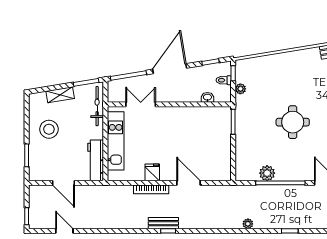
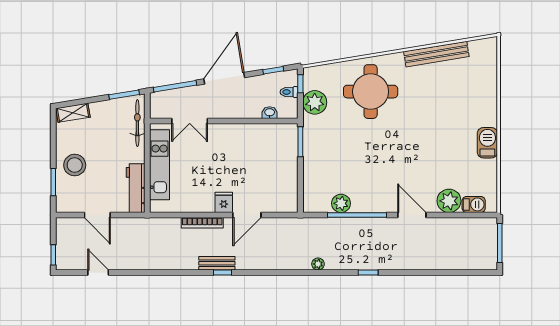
plant: (240, 89) -> (315, 102), width x1.88, depth x1.88
shelving: (60, 95) -> (73, 113), moved
double door: (141, 104) -> (190, 121), swing flipped
round table: (293, 122) -> (371, 92), moved, width x1.36, depth x1.36
stool: (49, 129) -> (75, 165), moved
fridge: (152, 172) -> (224, 202), moved
door: (188, 183) -> (247, 215), swing flipped

